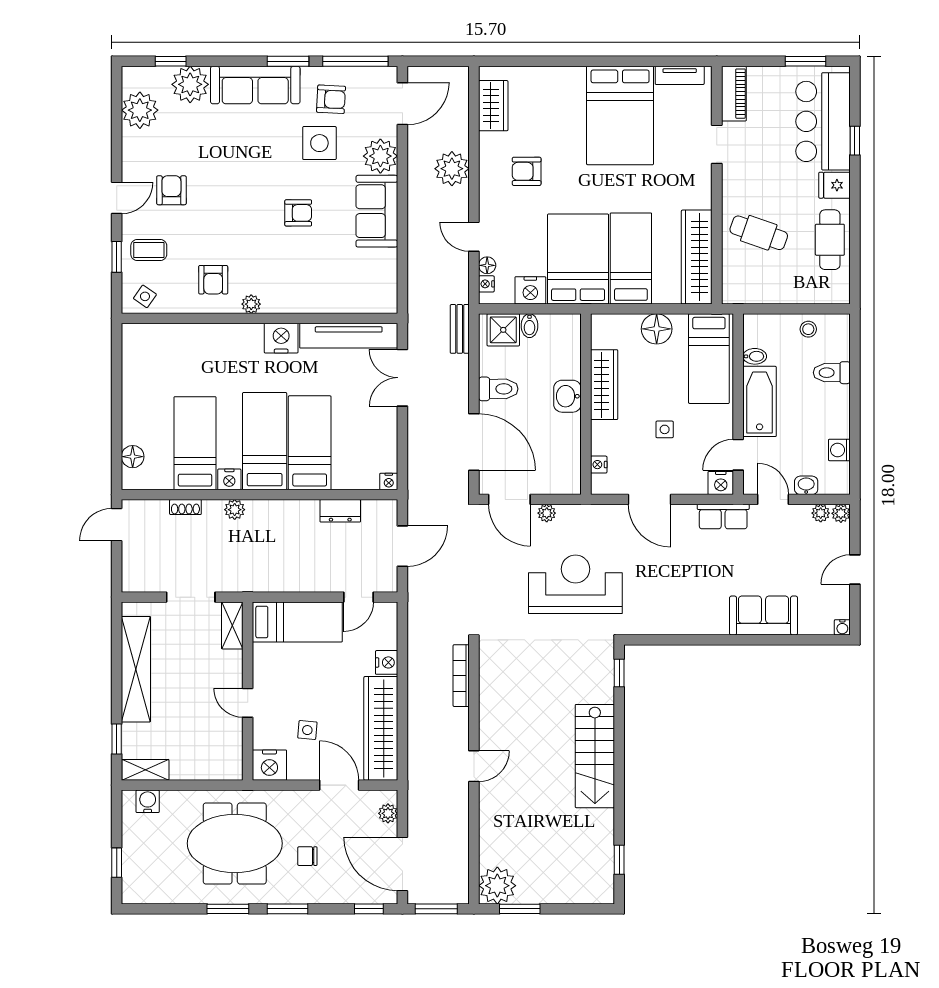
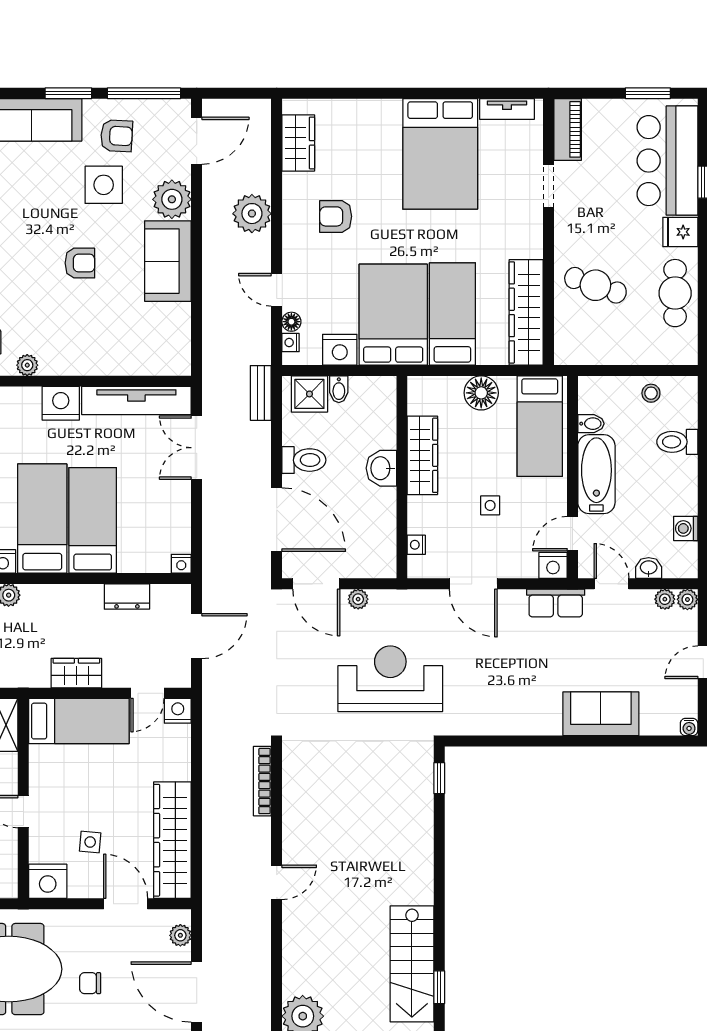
wardrobe: (295, 579) -> (76, 673), added
nightstand: (387, 662) -> (178, 711), moved, turned -90
stairs: (595, 756) -> (412, 964), moved

